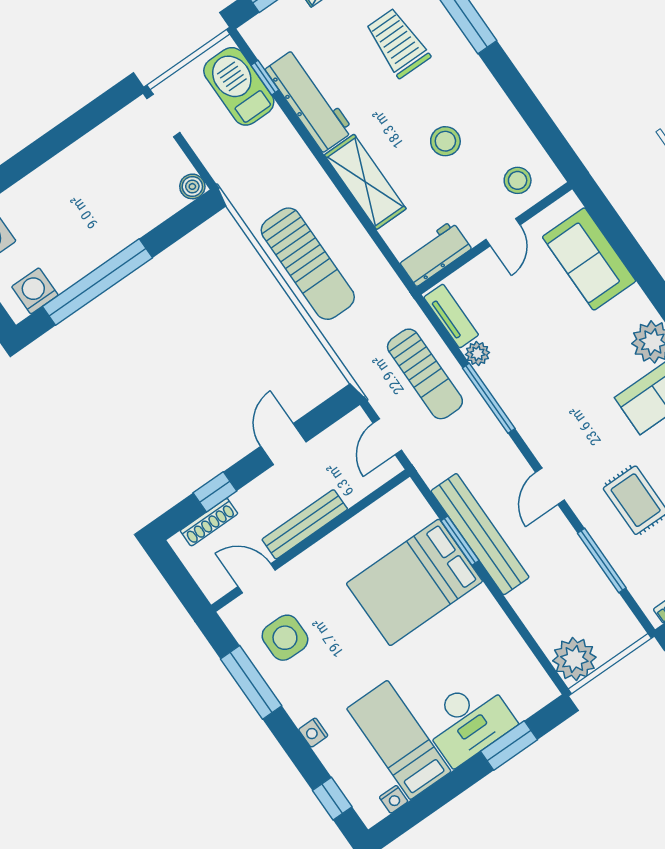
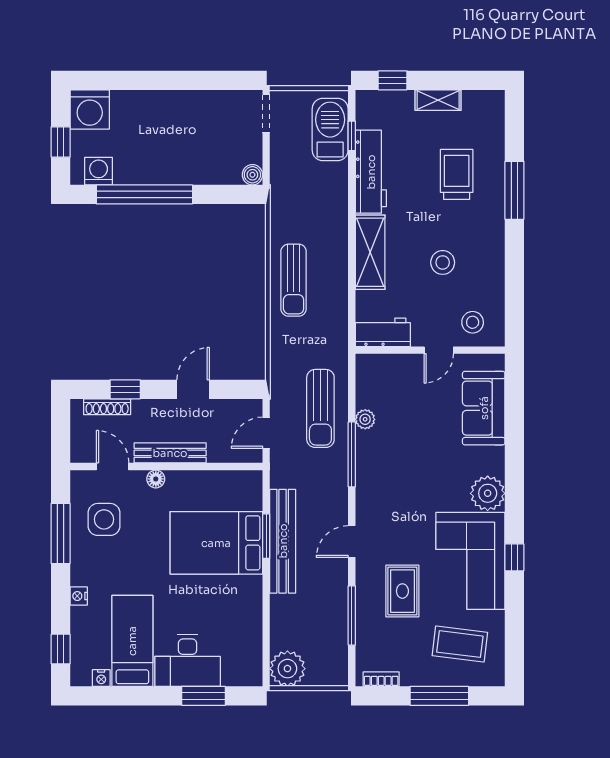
sun lounger: (308, 264) -> (294, 280), width x0.73, depth x0.75
tv unit: (451, 316) -> (365, 382), removed
floor lamp: (309, 561) -> (156, 479), added

